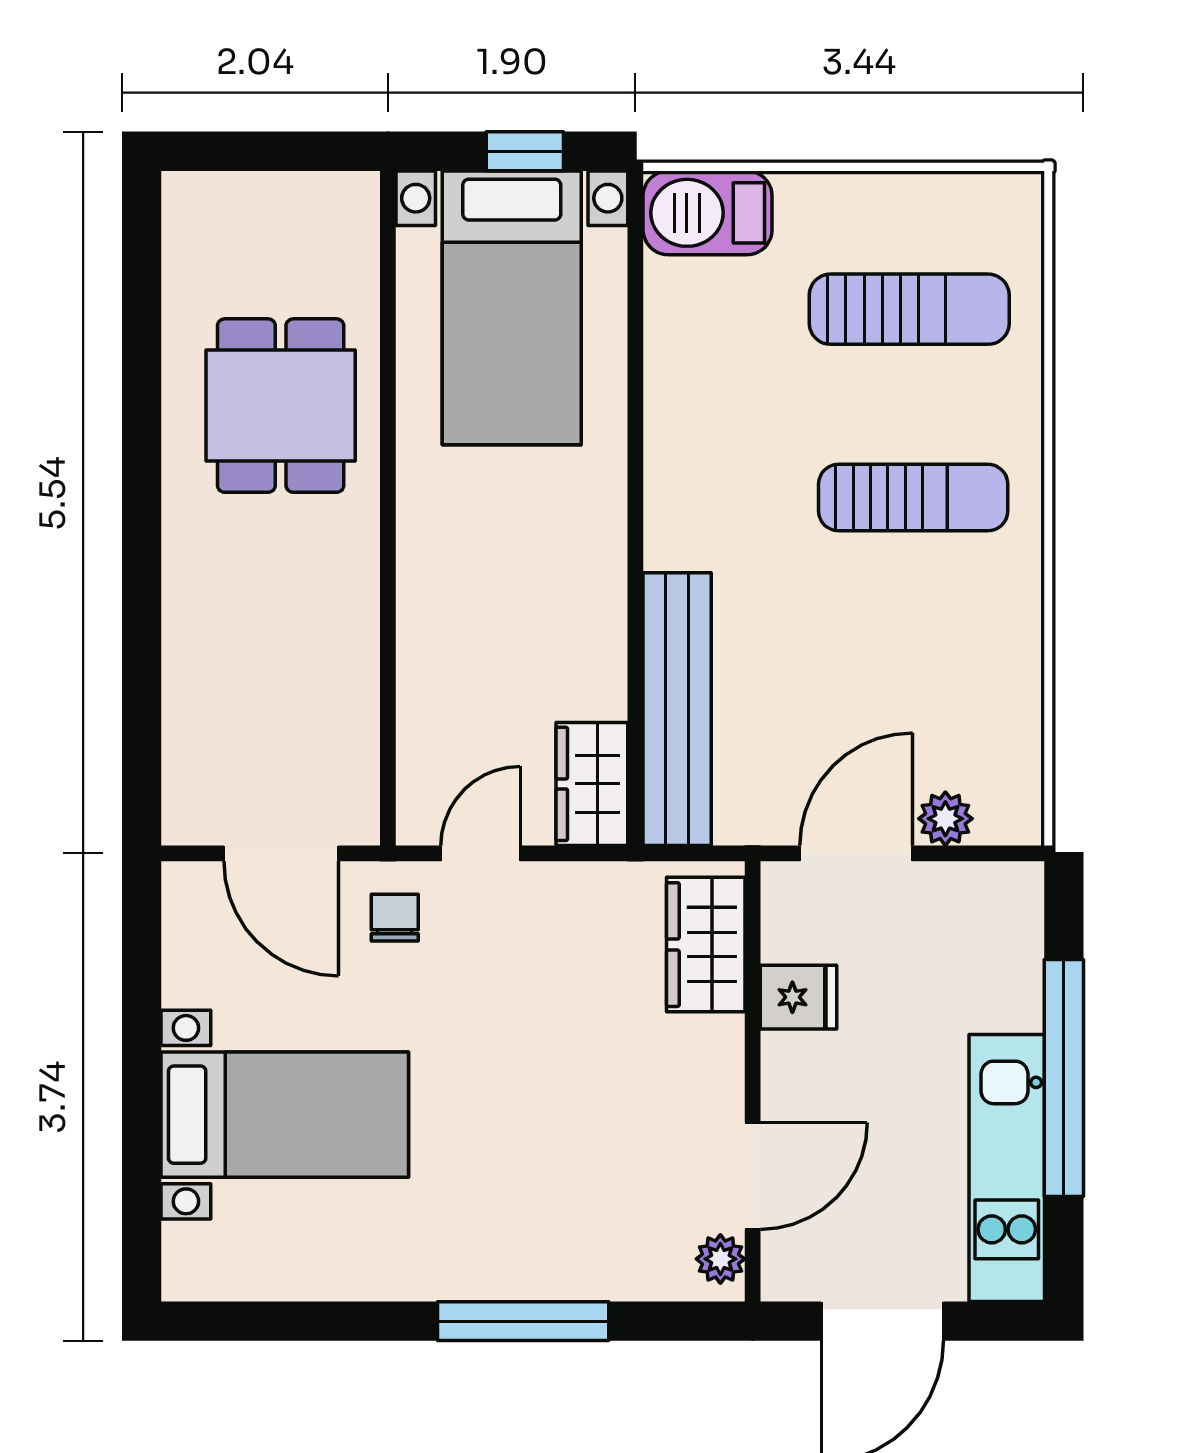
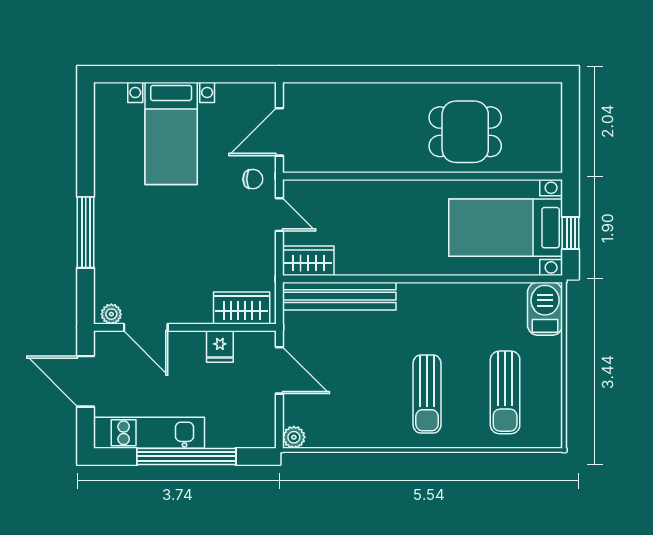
plant: (945, 819) -> (294, 437), moved

